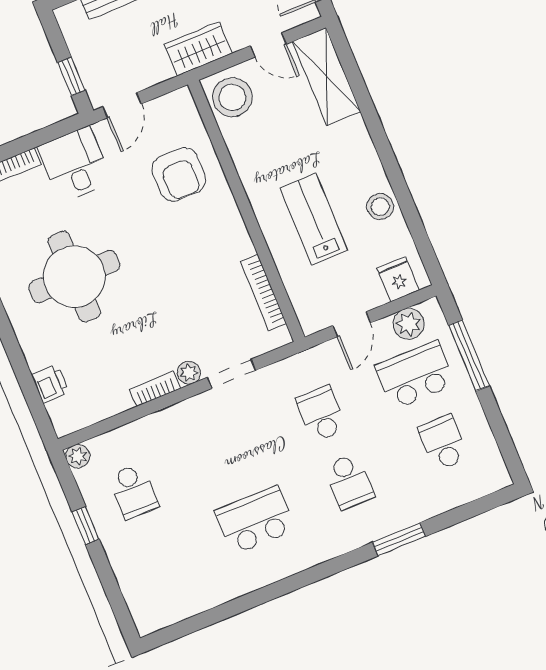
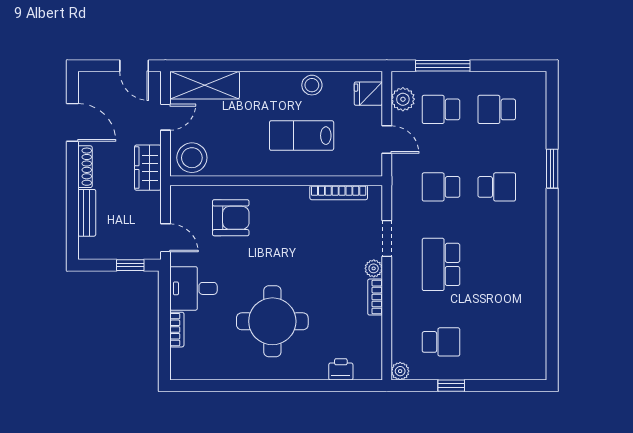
school desk: (415, 375) -> (441, 109), width x0.54
school desk: (255, 520) -> (441, 264), moved

